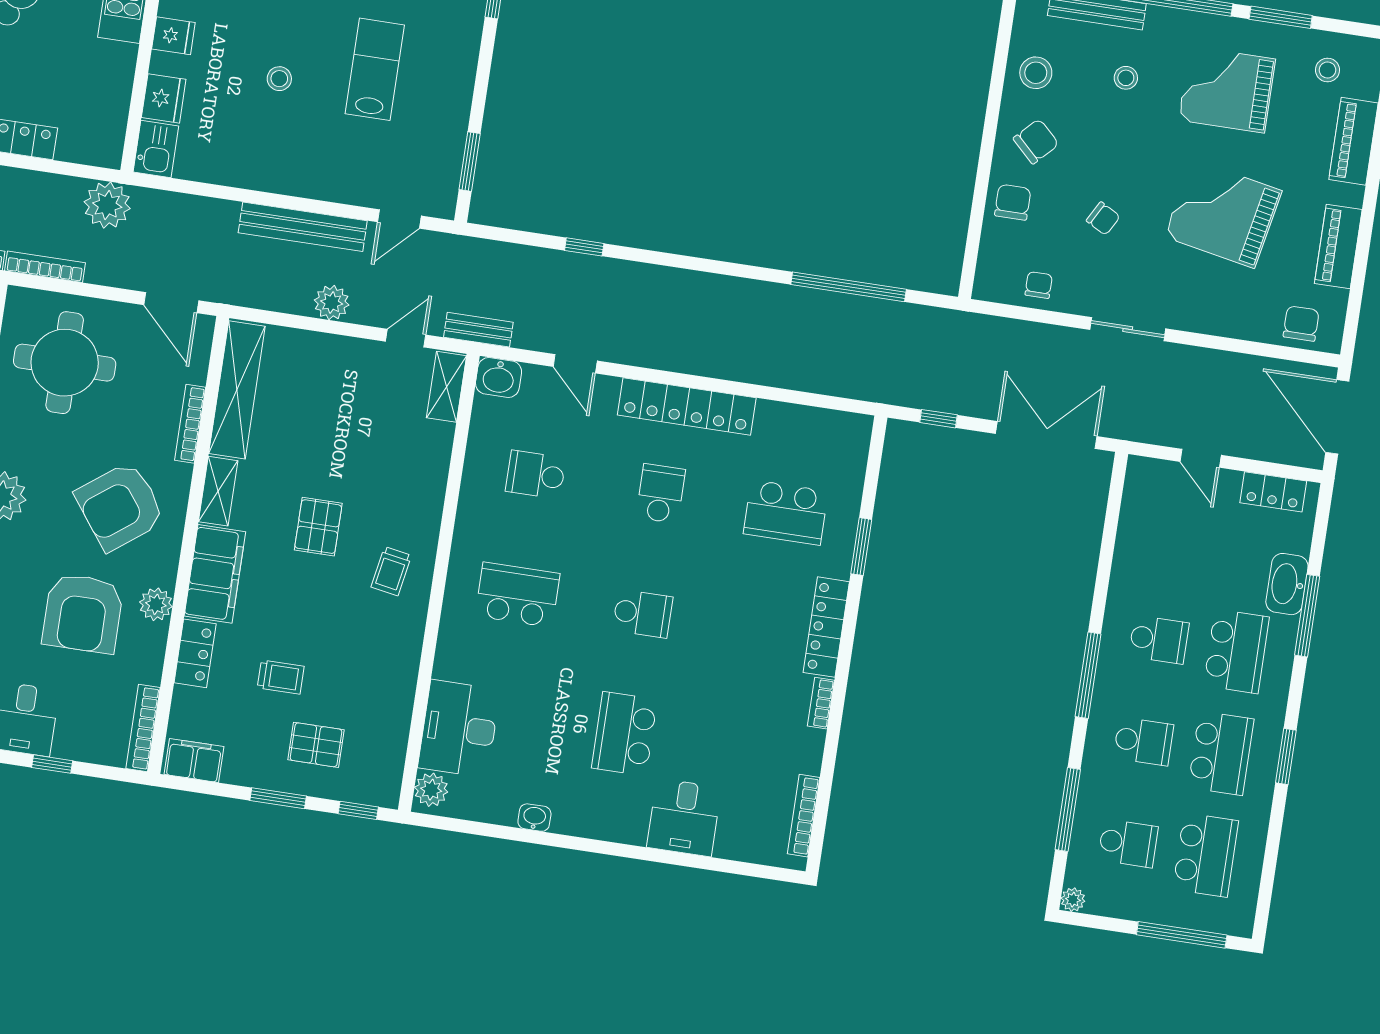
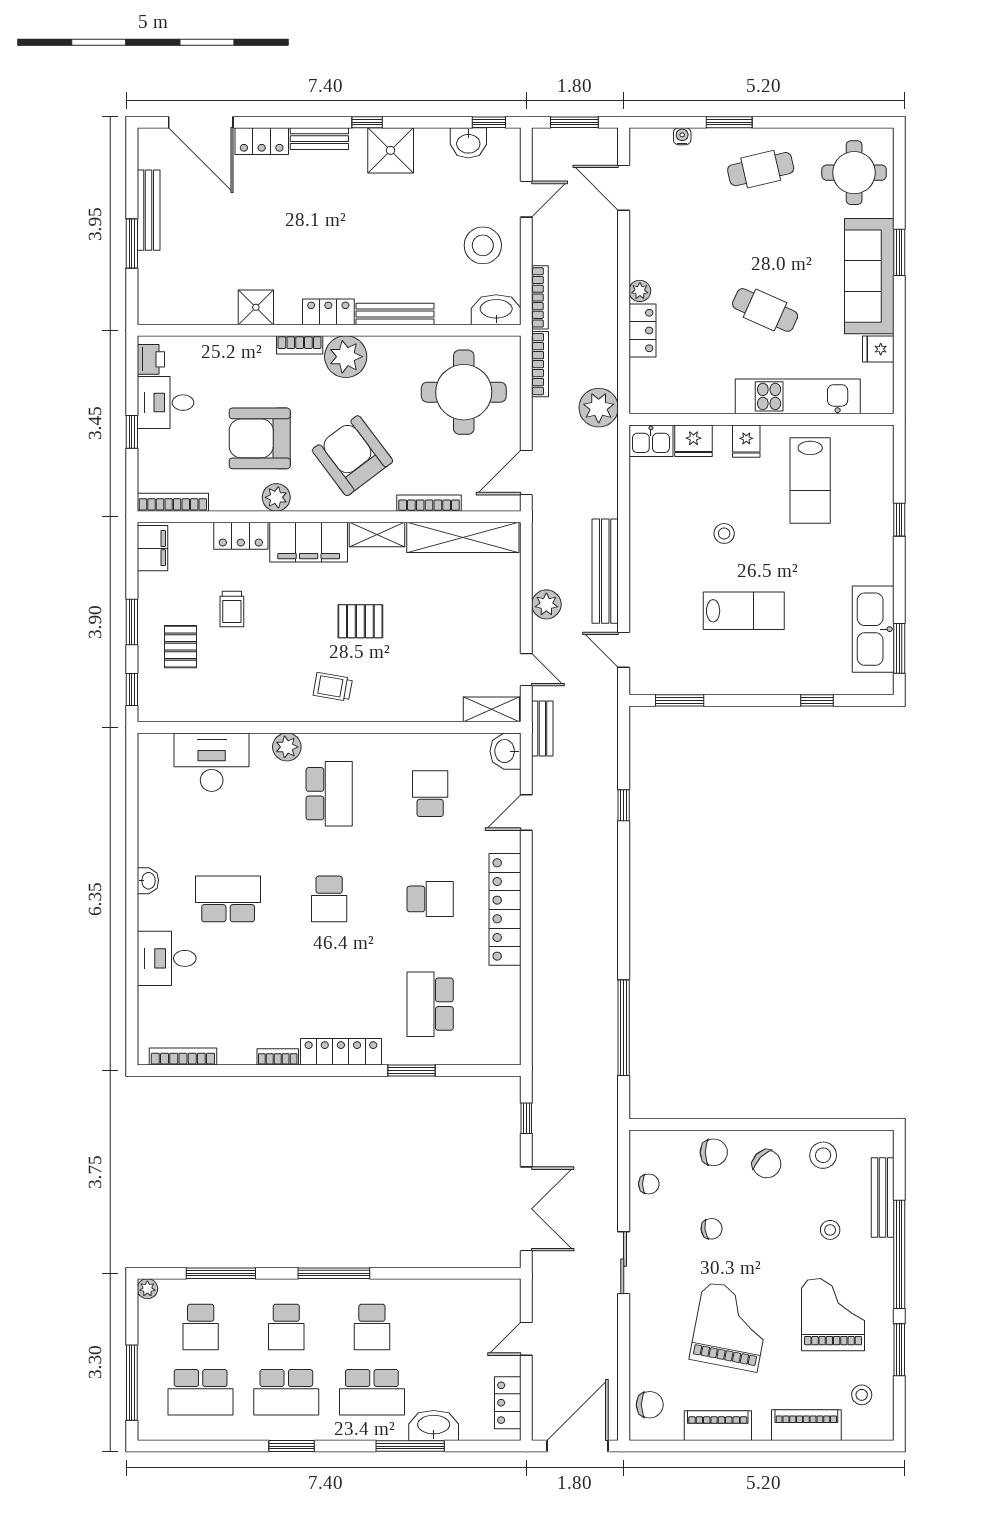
chair: (1103, 219) -> (712, 1229), turned -127
plant: (431, 790) -> (287, 747), moved
washbasin: (534, 818) -> (148, 881), moved

